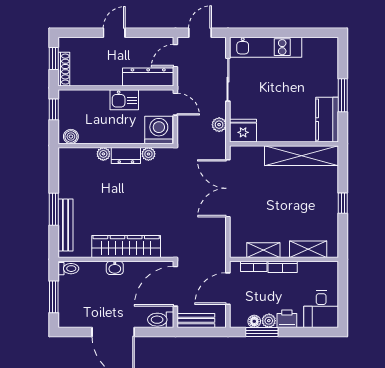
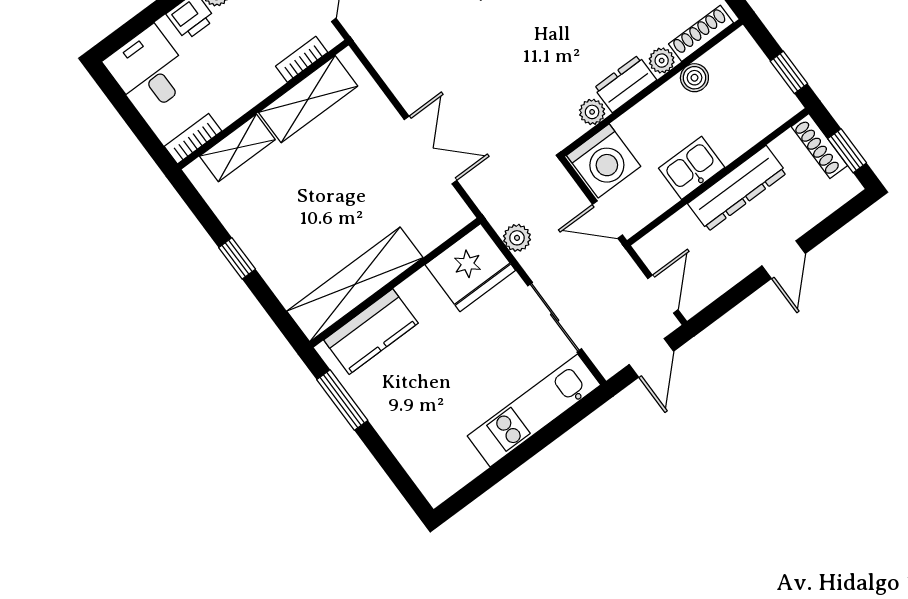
dresser: (148, 77) -> (737, 188), moved
window: (343, 95) -> (342, 400), moved
kitchen counter: (327, 120) -> (371, 332), moved, turned 90
fridge: (243, 131) -> (470, 268), width x1.36, depth x1.34
boiler: (71, 137) -> (694, 78), moved
shoe rack: (78, 153) -> (701, 33), added
double door: (228, 188) -> (430, 150), width x0.73
shelving: (263, 250) -> (308, 99), width x1.50, depth x1.33
bookcase: (283, 267) -> (193, 139), moved

